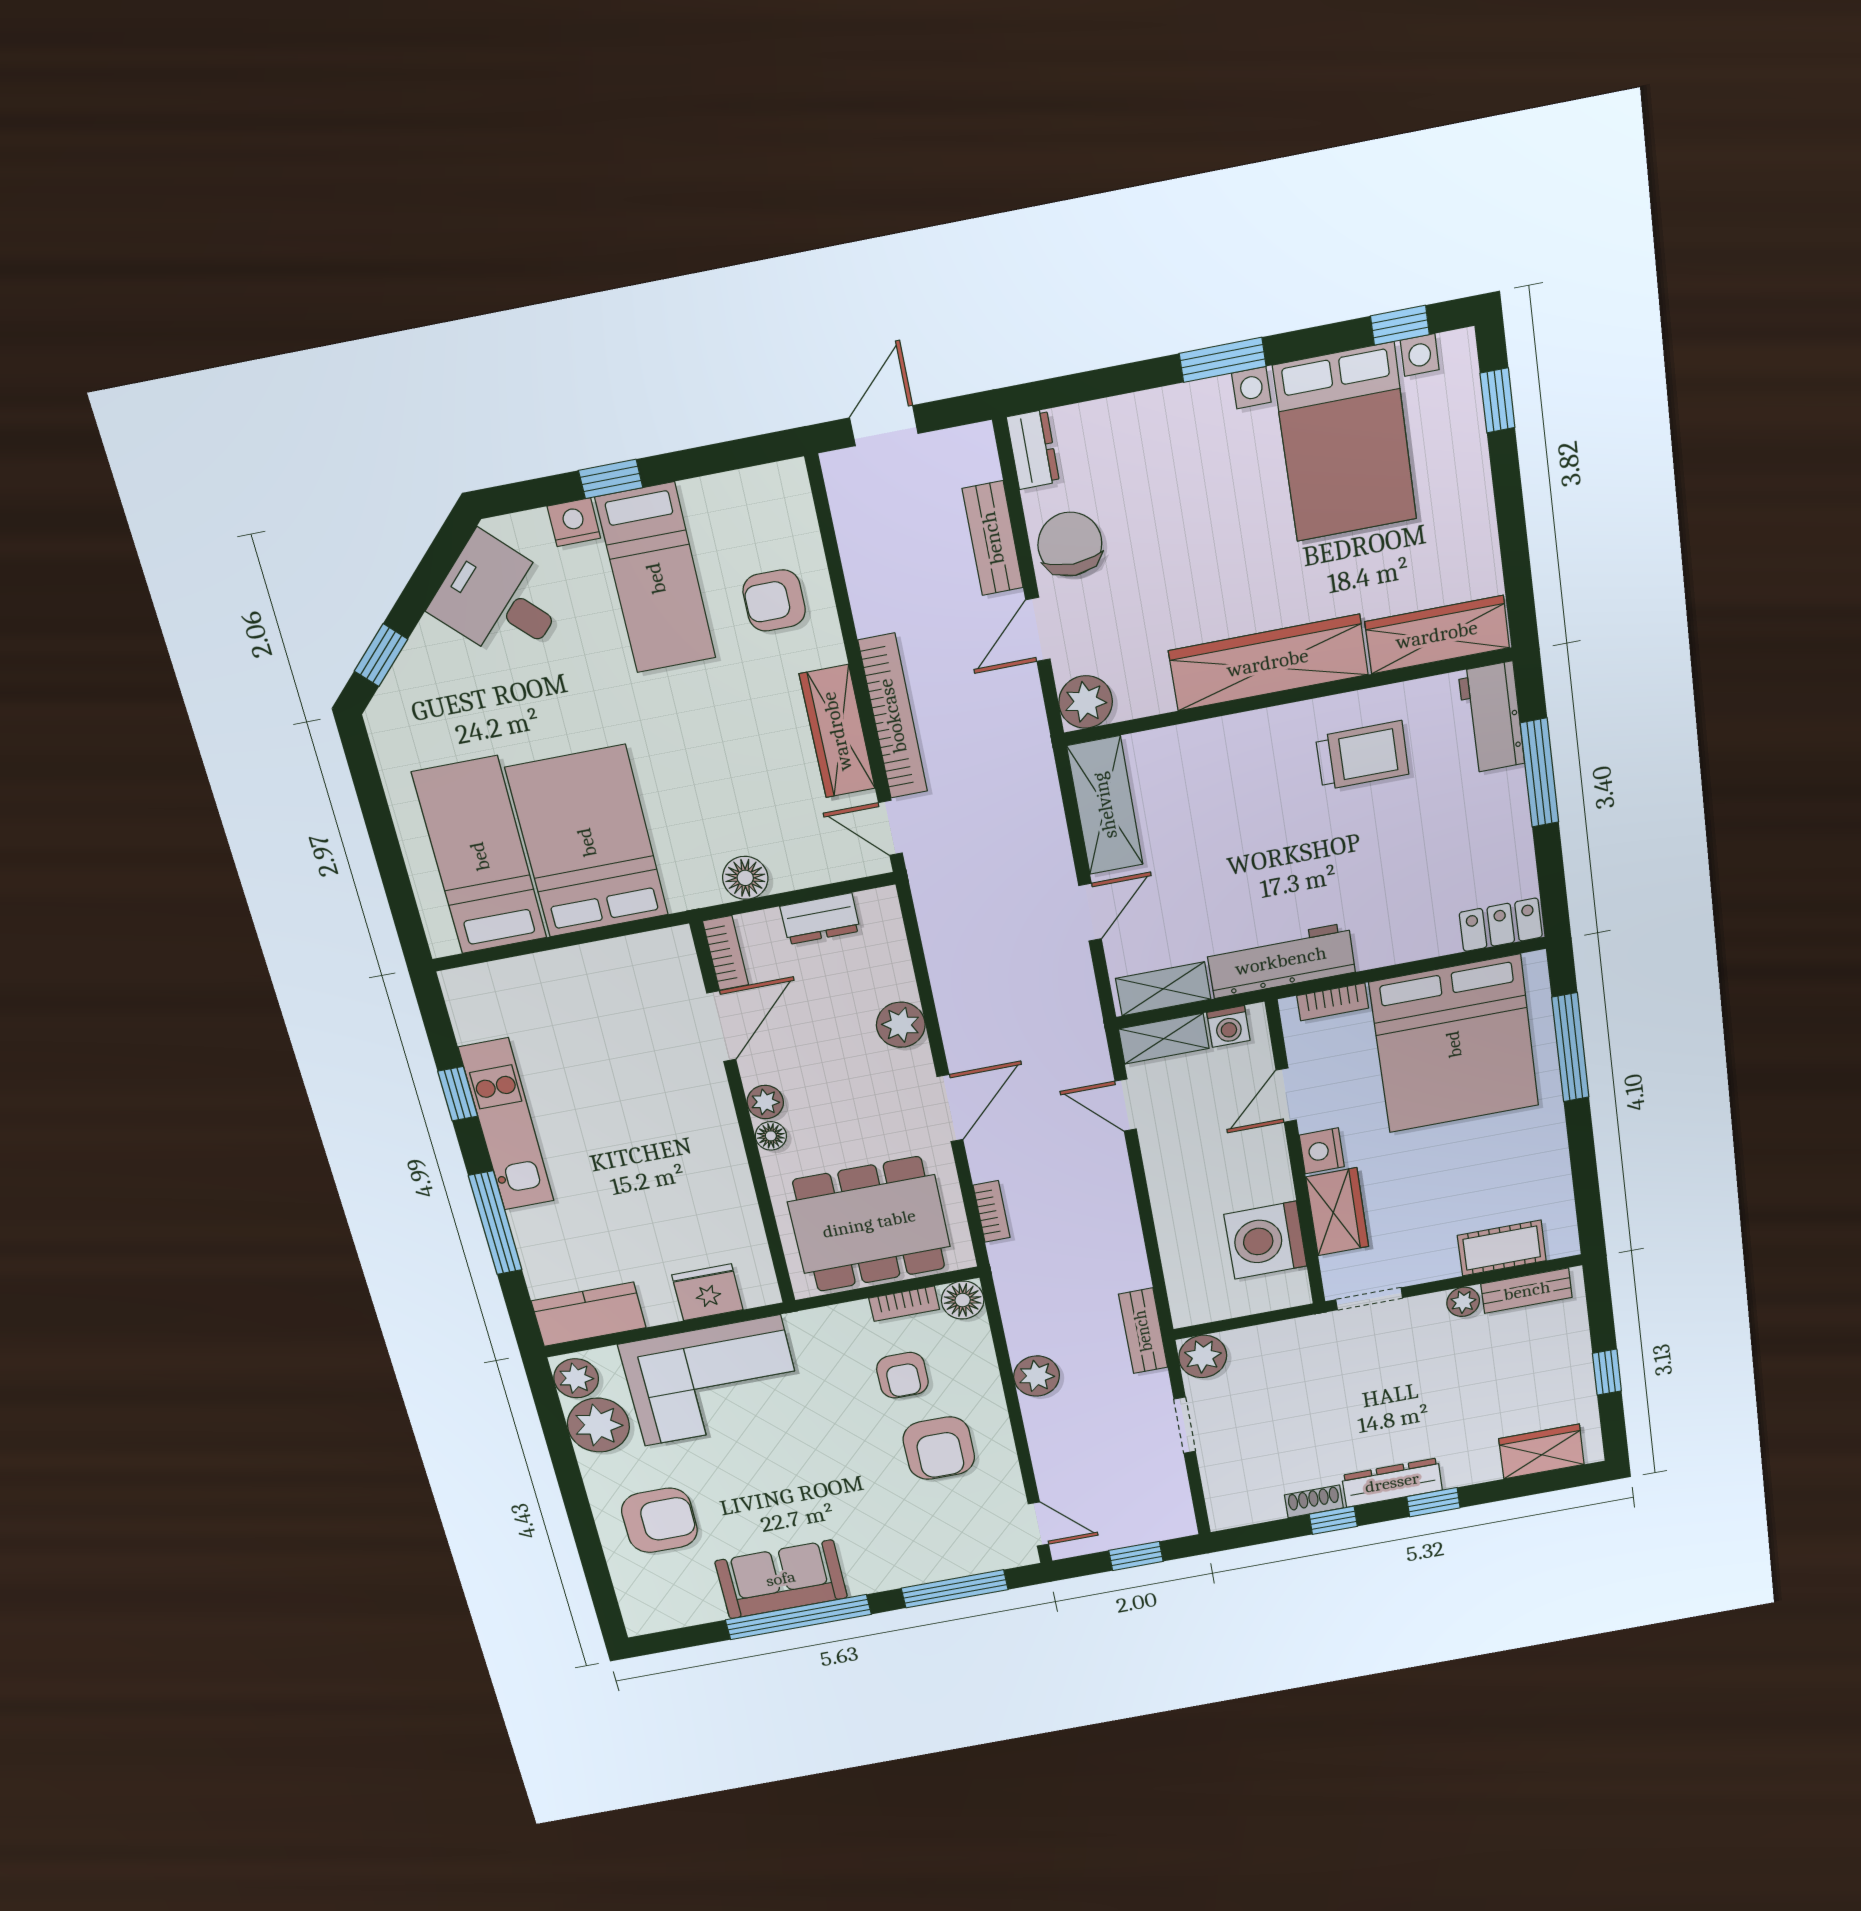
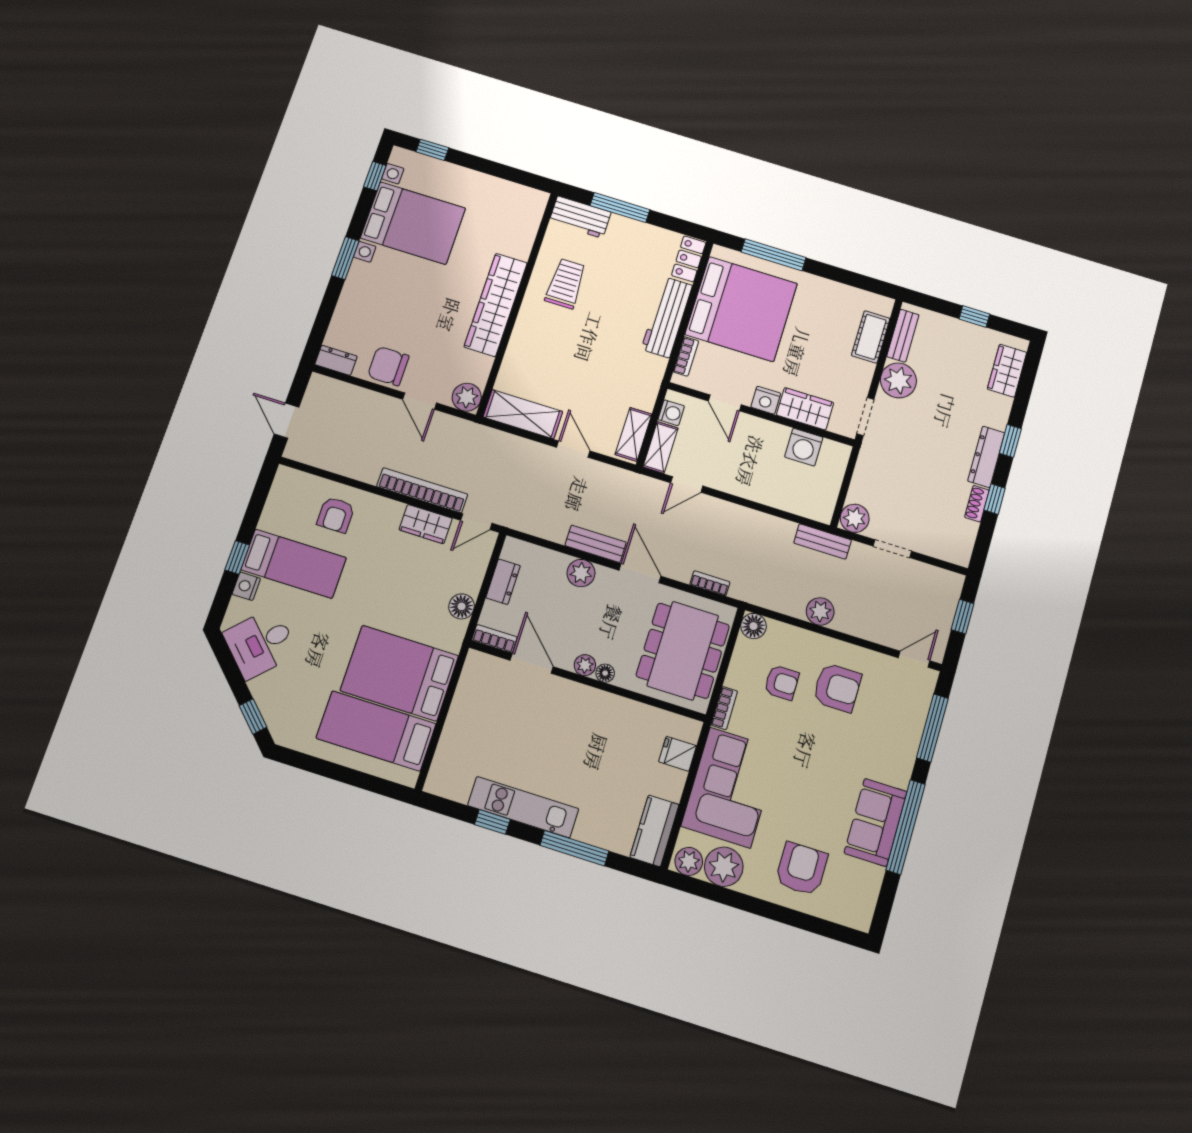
bench: (993, 538) -> (596, 544), moved
wardrobe: (1437, 635) -> (526, 223), removed
wardrobe: (837, 731) -> (426, 524), width x0.67
workbench: (1281, 961) -> (667, 317), moved
washing machine: (1265, 1240) -> (804, 447), width x0.73, depth x0.73
fridge: (707, 1292) -> (678, 754), width x0.72
plant: (1463, 1302) -> (898, 380), width x1.87, depth x1.87
bookcase: (904, 1304) -> (724, 708), moved

